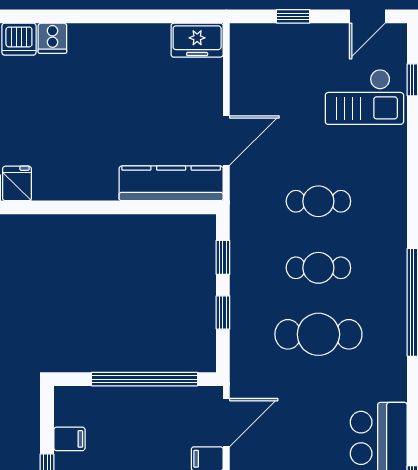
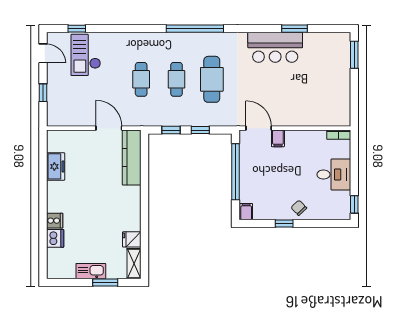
freezer: (197, 40) -> (56, 166), moved
checkout: (364, 97) -> (86, 55), turned 180
filing cabinet: (69, 439) -> (246, 212), moved

